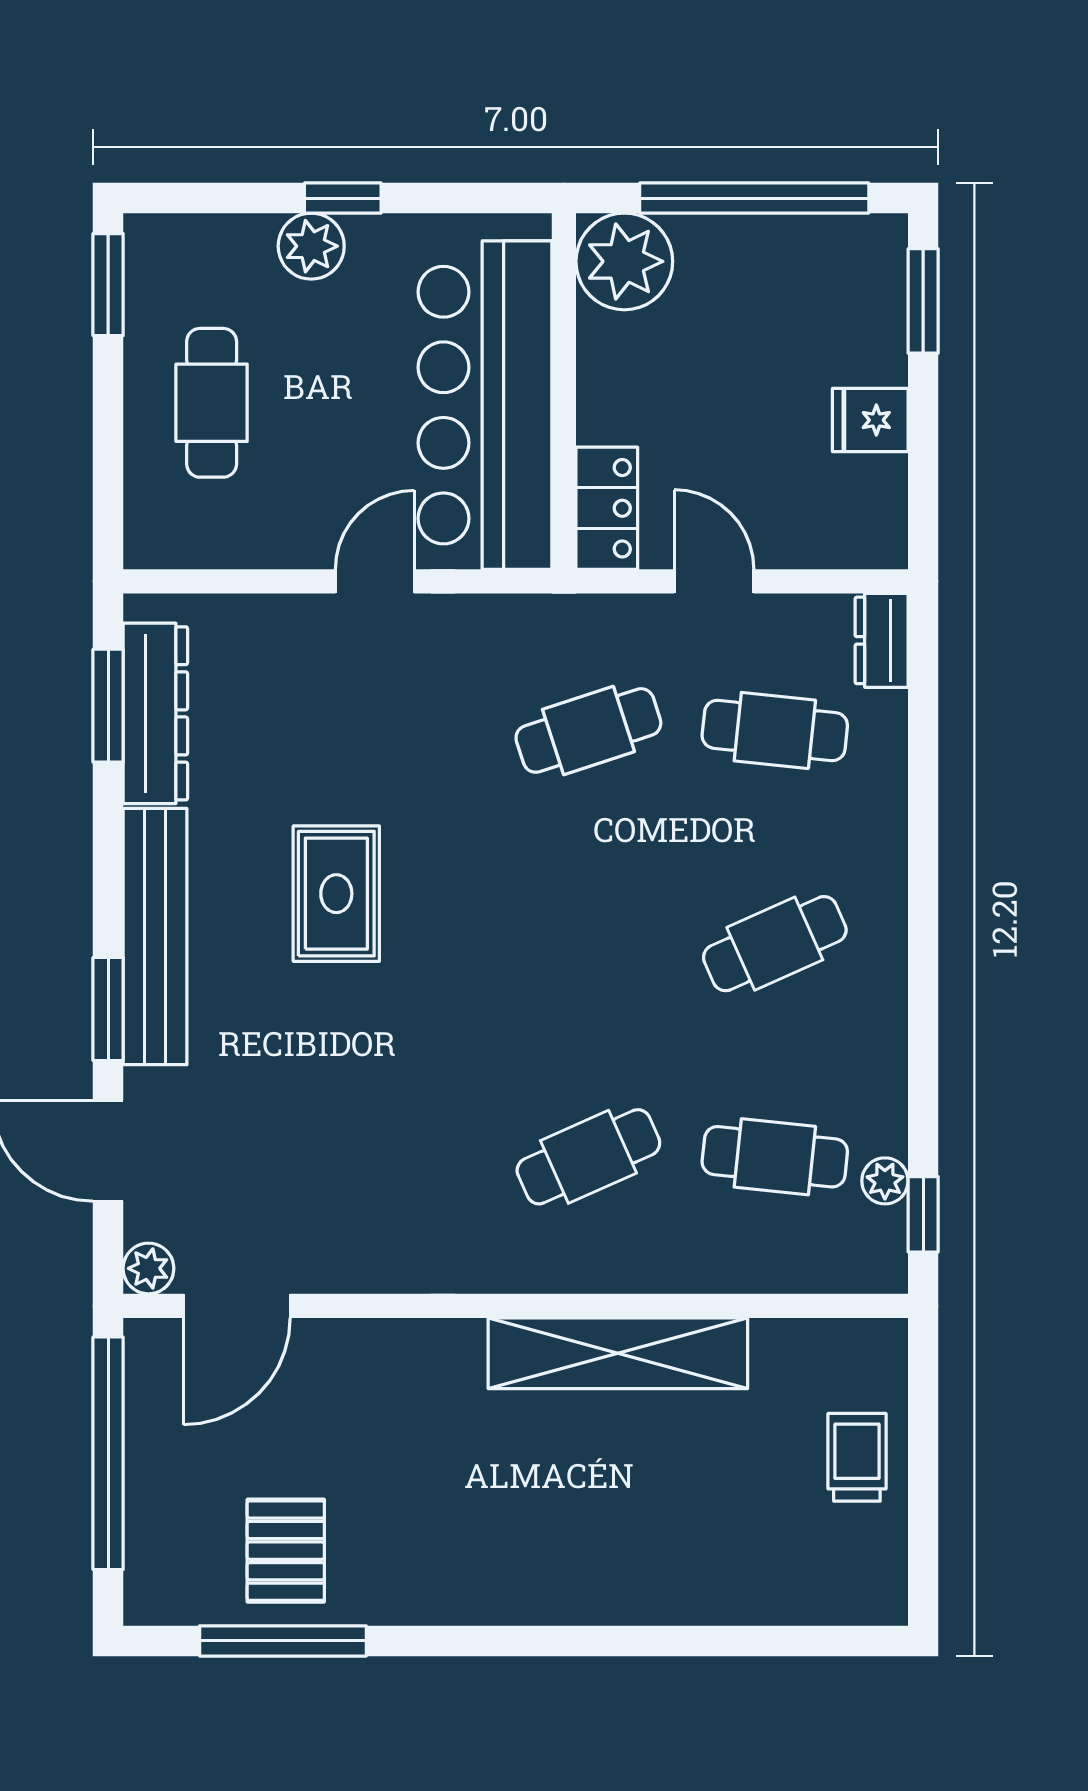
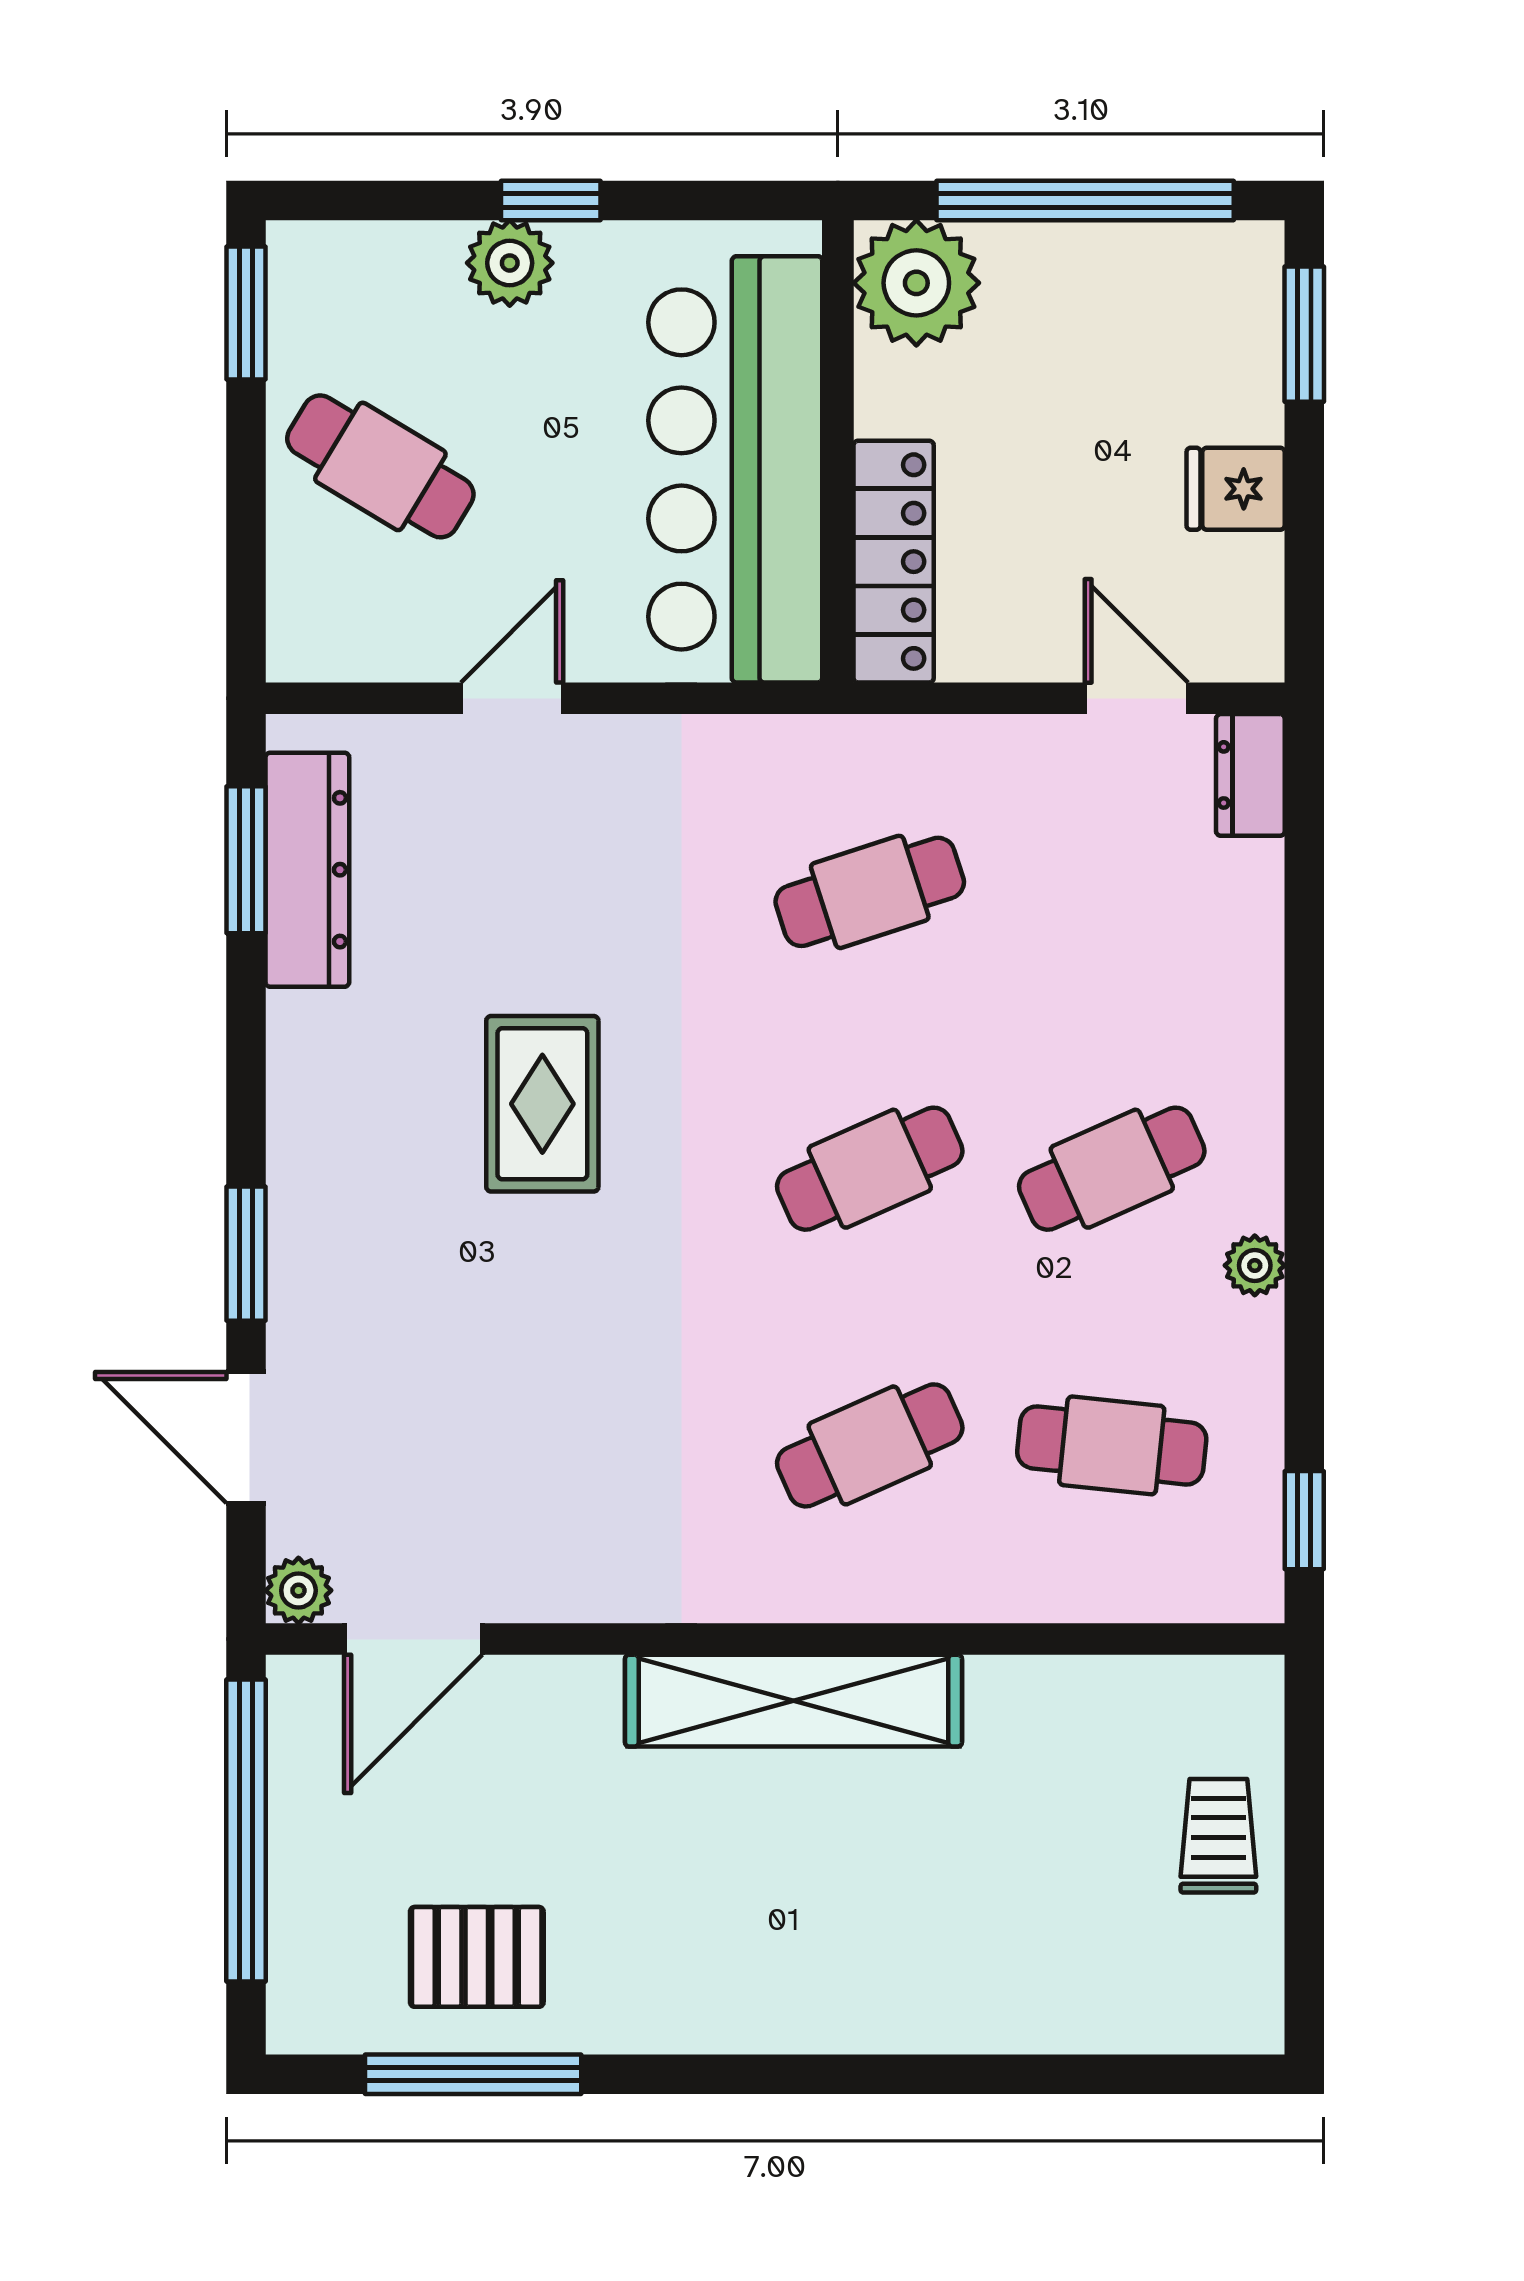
cafe table: (212, 403) -> (380, 466), turned -59
locker: (607, 508) -> (894, 562), width x1.53
door: (375, 581) -> (512, 698), moved
door: (714, 581) -> (1136, 698), moved
cafe table: (775, 730) -> (870, 1169), moved, turned -30
bench: (155, 937) -> (307, 1159), removed
plant: (885, 1181) -> (1255, 1265), moved
shelving: (618, 1353) -> (793, 1701), moved
pallet: (286, 1551) -> (477, 1957), turned 90

